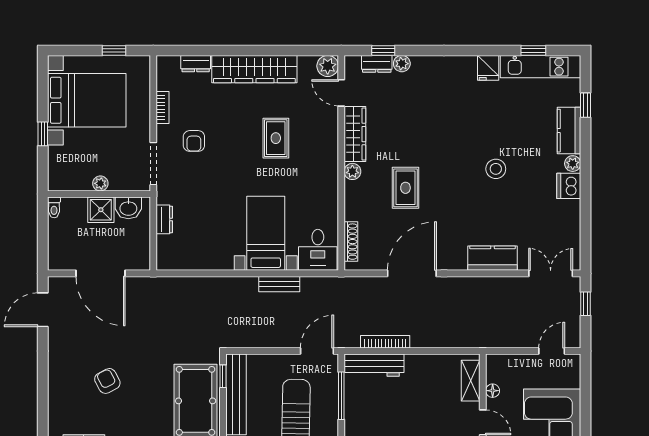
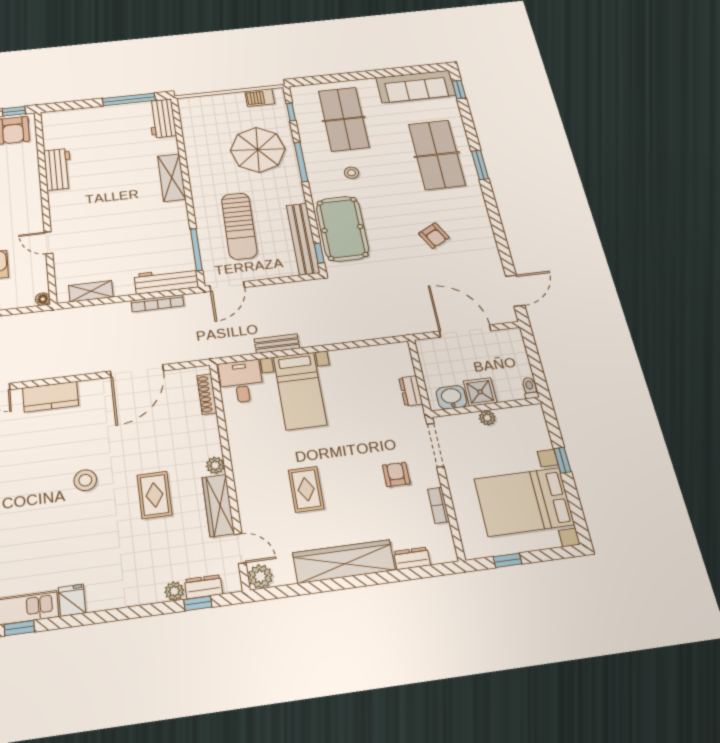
stool: (496, 169) -> (85, 480), moved
rug: (405, 188) -> (154, 495), moved
shelving: (471, 381) -> (91, 291), moved, turned 90
floor lamp: (493, 391) -> (43, 299), moved

